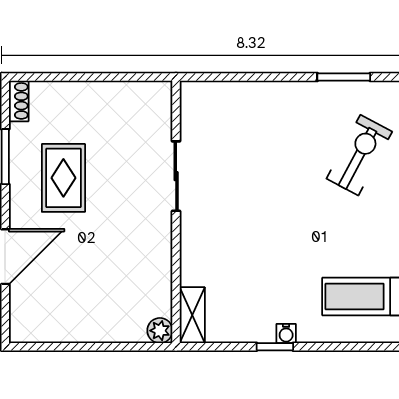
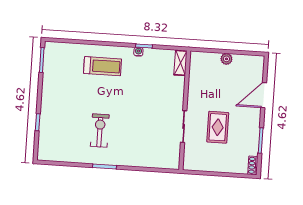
exercise bike: (359, 155) -> (100, 130), turned 152
rug: (63, 178) -> (218, 127), moved
plant: (160, 331) -> (226, 59), moved

